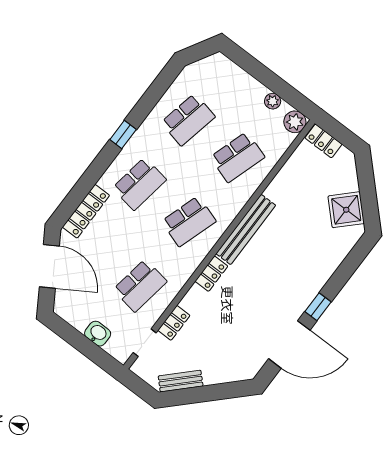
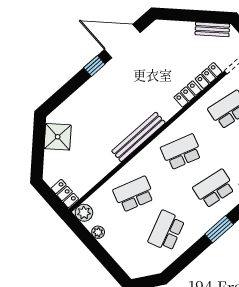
school desk: (188, 120) -> (166, 231), turned -36
window: (123, 135) -> (219, 229), width x1.50
locker: (211, 274) -> (188, 94), moved

